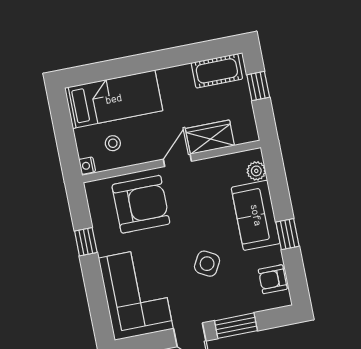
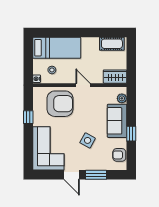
window: (258, 86) -> (131, 56), removed
wardrobe: (210, 137) -> (115, 77), moved
door: (177, 160) -> (83, 85), hinge flipped

